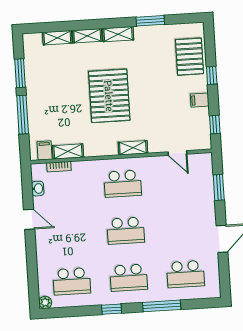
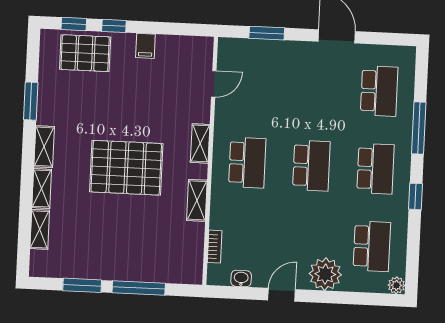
window: (215, 125) -> (74, 24), moved
filing cabinet: (45, 150) -> (191, 264), removed
shelving: (68, 151) -> (197, 200), moved
plant: (48, 250) -> (325, 274), added

